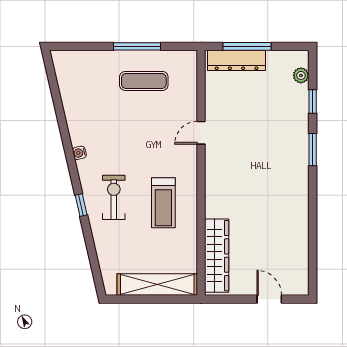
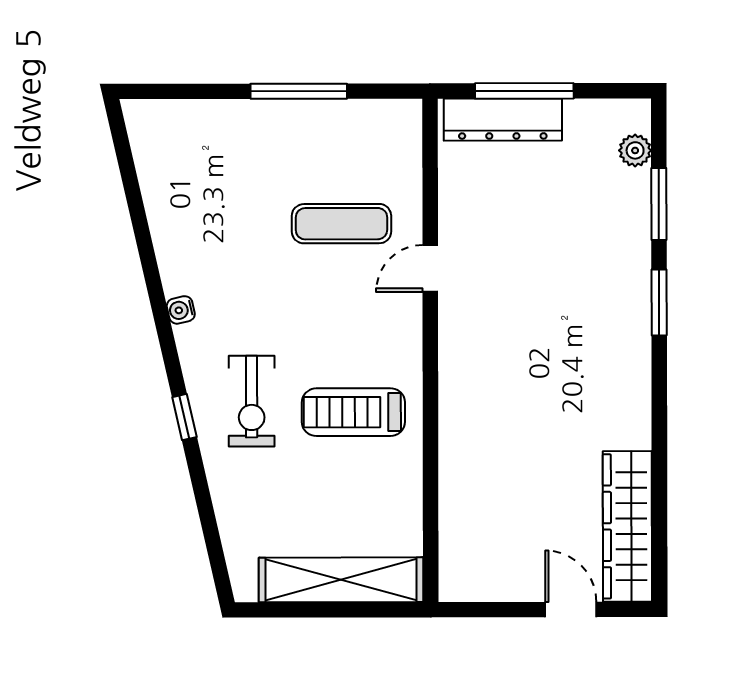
exercise mat: (144, 81) -> (341, 224), moved
window: (313, 102) -> (659, 204), width x1.50
exercise bike: (114, 197) -> (252, 401), turned 180
treadmill: (163, 203) -> (353, 412), turned 90
wardrobe: (217, 256) -> (627, 526), moved, turned 180

